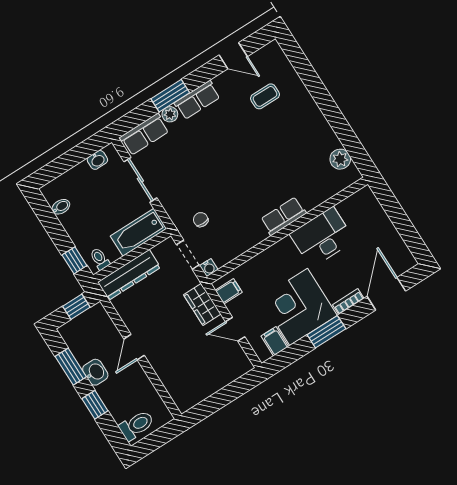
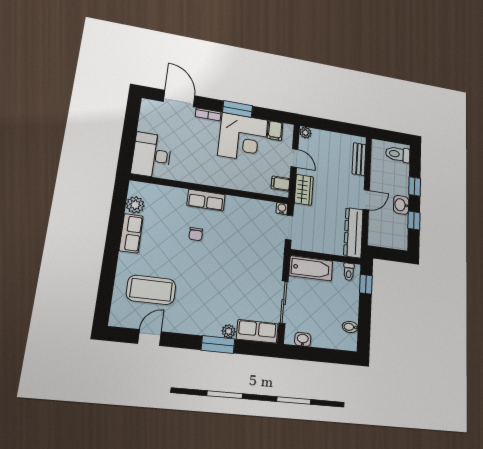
door: (233, 56) -> (150, 338), hinge flipped
coffee table: (265, 96) -> (151, 290), width x1.86, depth x1.72
row of seats: (197, 100) -> (131, 233), moved, turned 90
chair: (201, 220) -> (196, 234), moved
desk: (322, 237) -> (152, 155), moved, turned 90
dresser: (129, 275) -> (353, 233), moved, turned -90
door: (386, 294) -> (179, 99), swing flipped
window: (76, 307) -> (385, 254), removed
plant: (245, 365) -> (305, 133), added
window: (71, 367) -> (414, 221), width x0.67
bench: (172, 384) -> (359, 159), added

